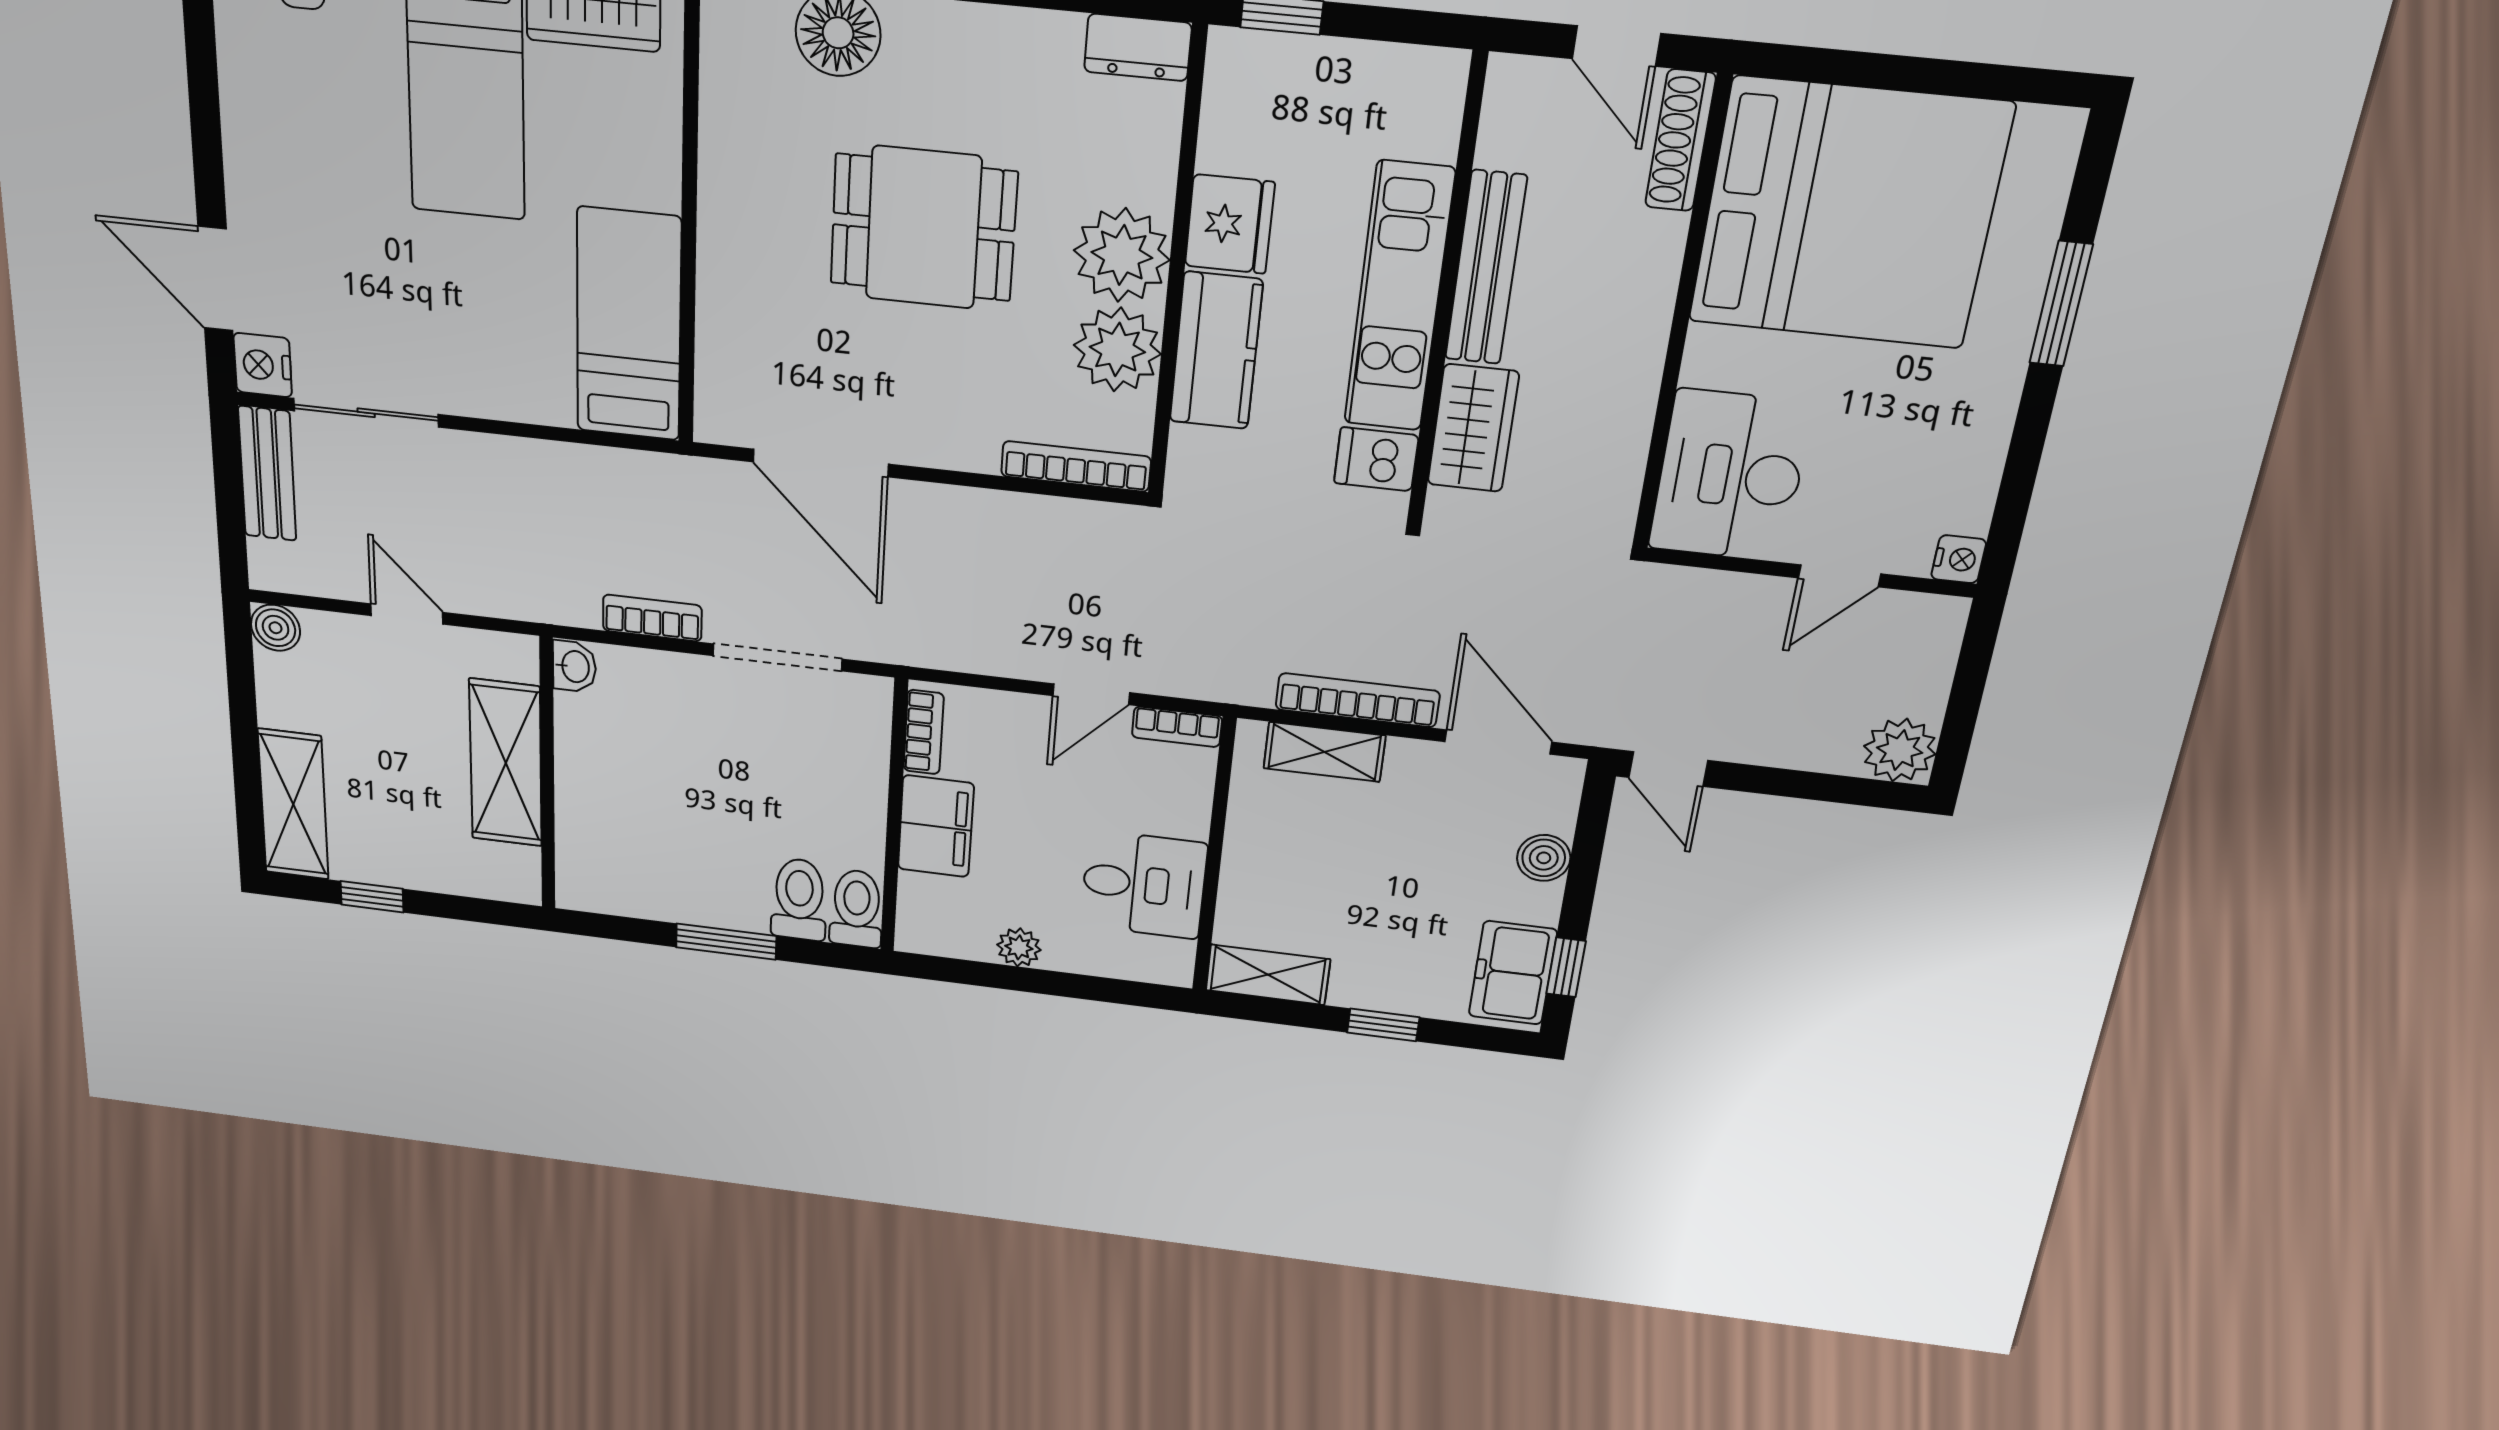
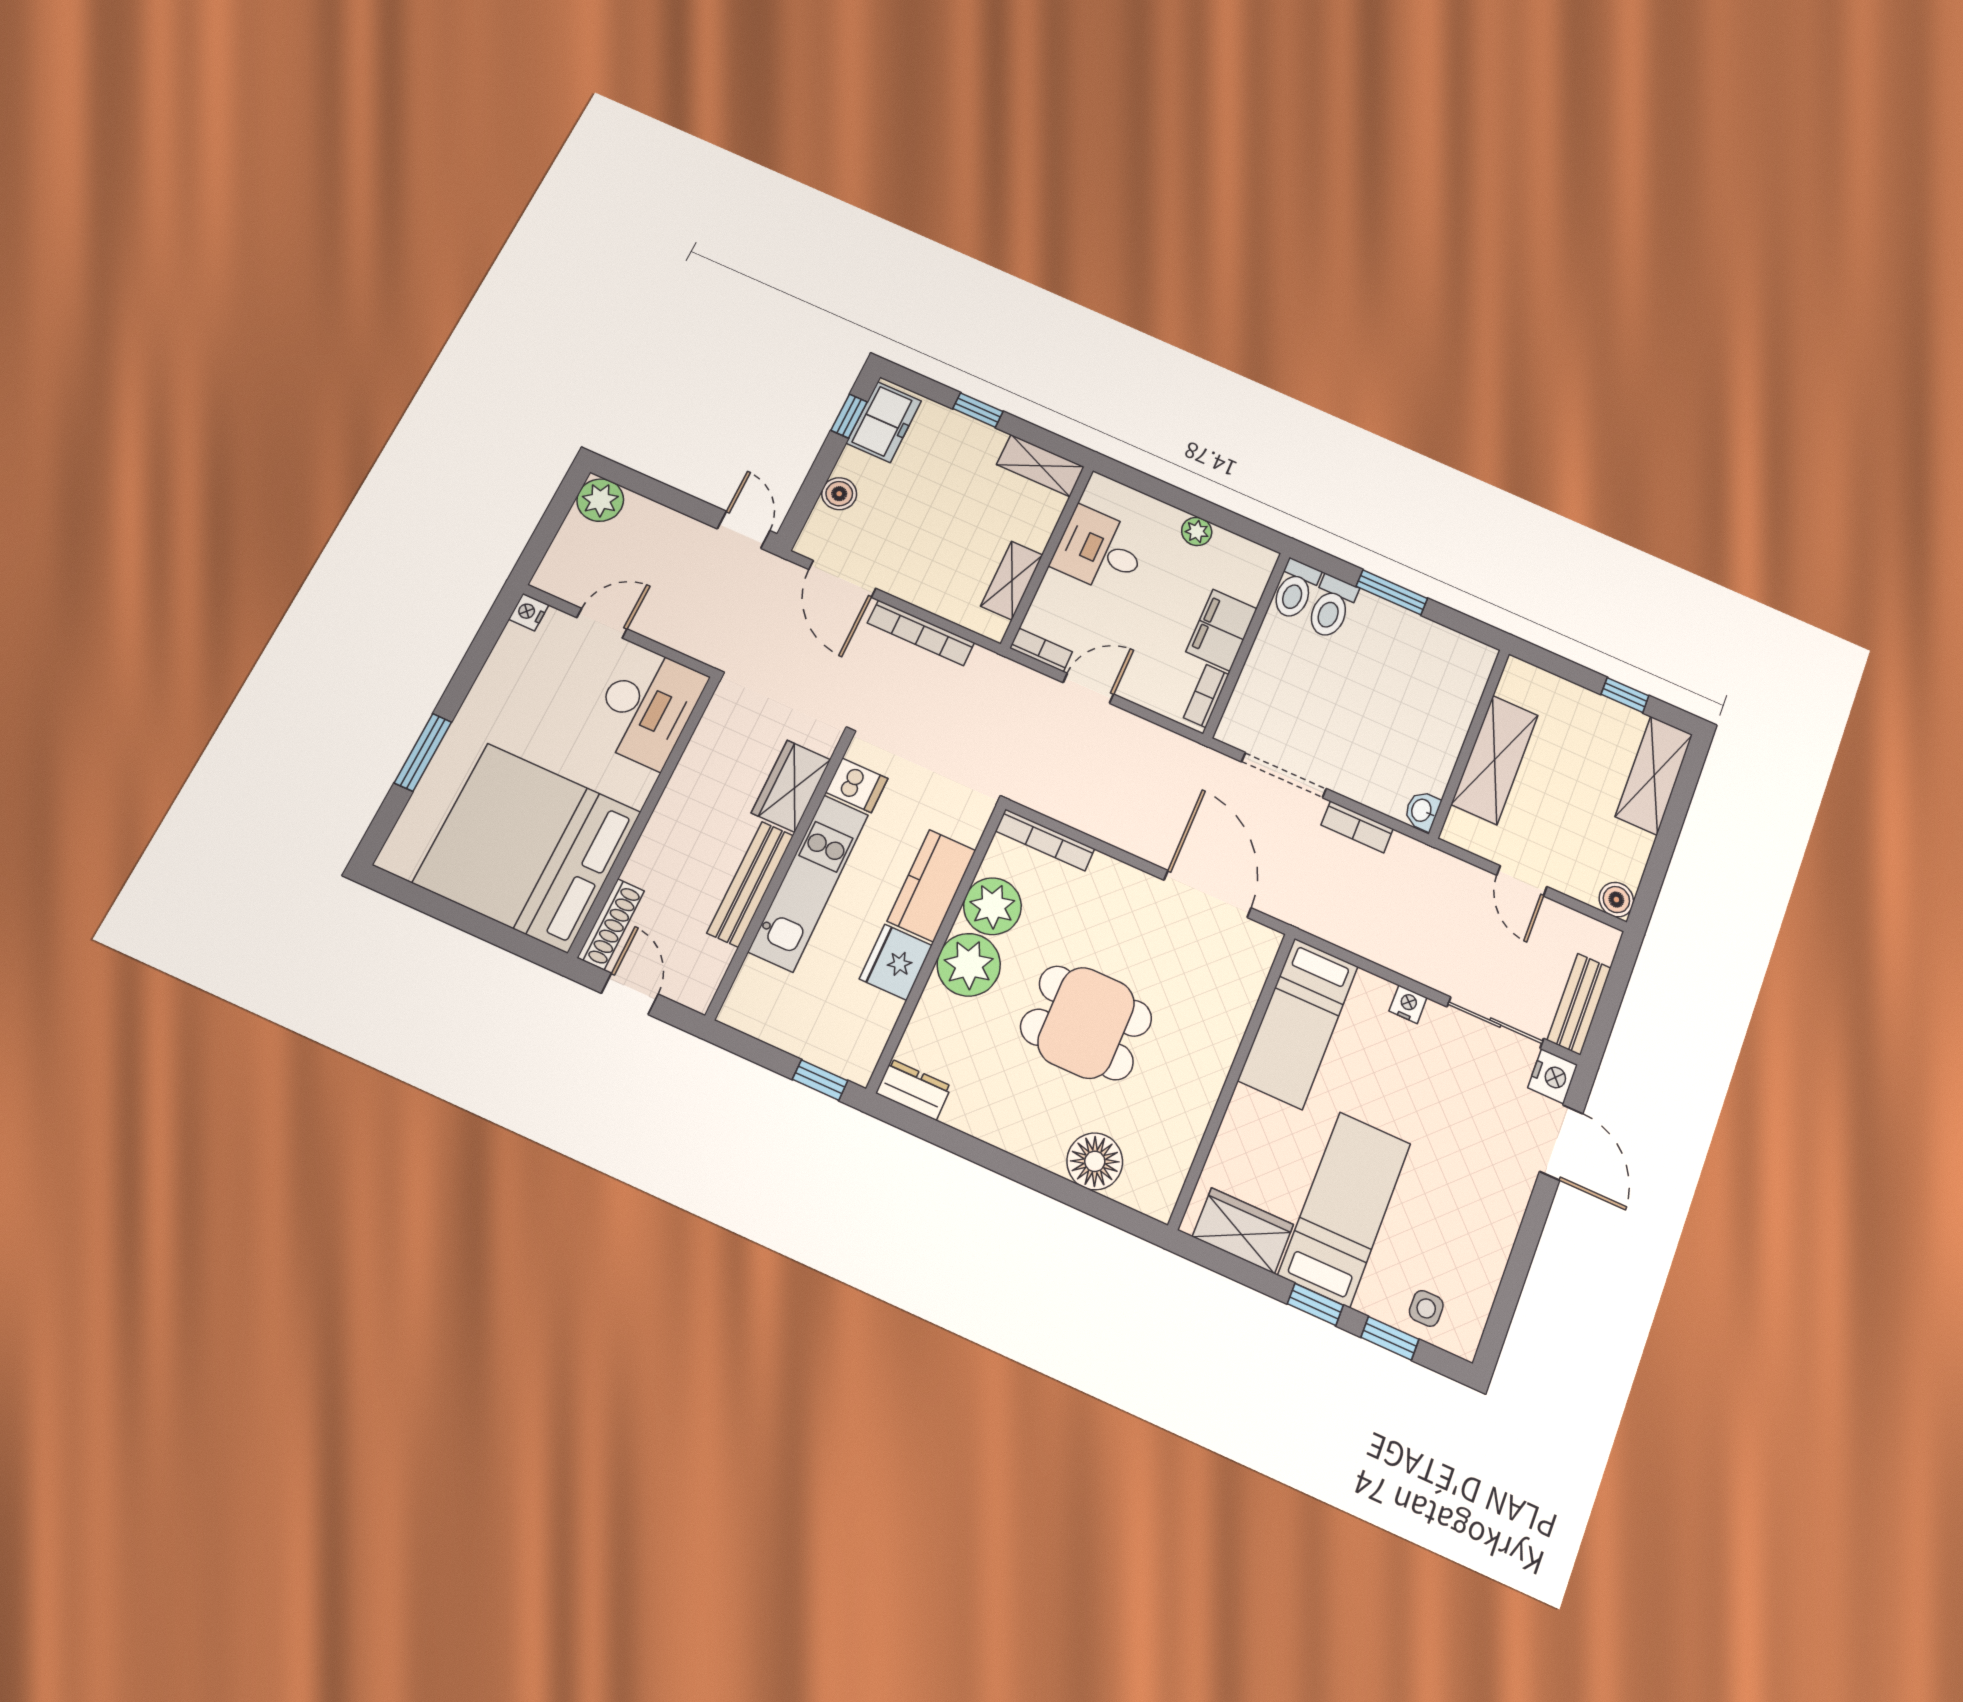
nightstand: (491, 400) -> (1408, 1004), added
shelving: (1324, 752) -> (1012, 581), moved, turned 90

